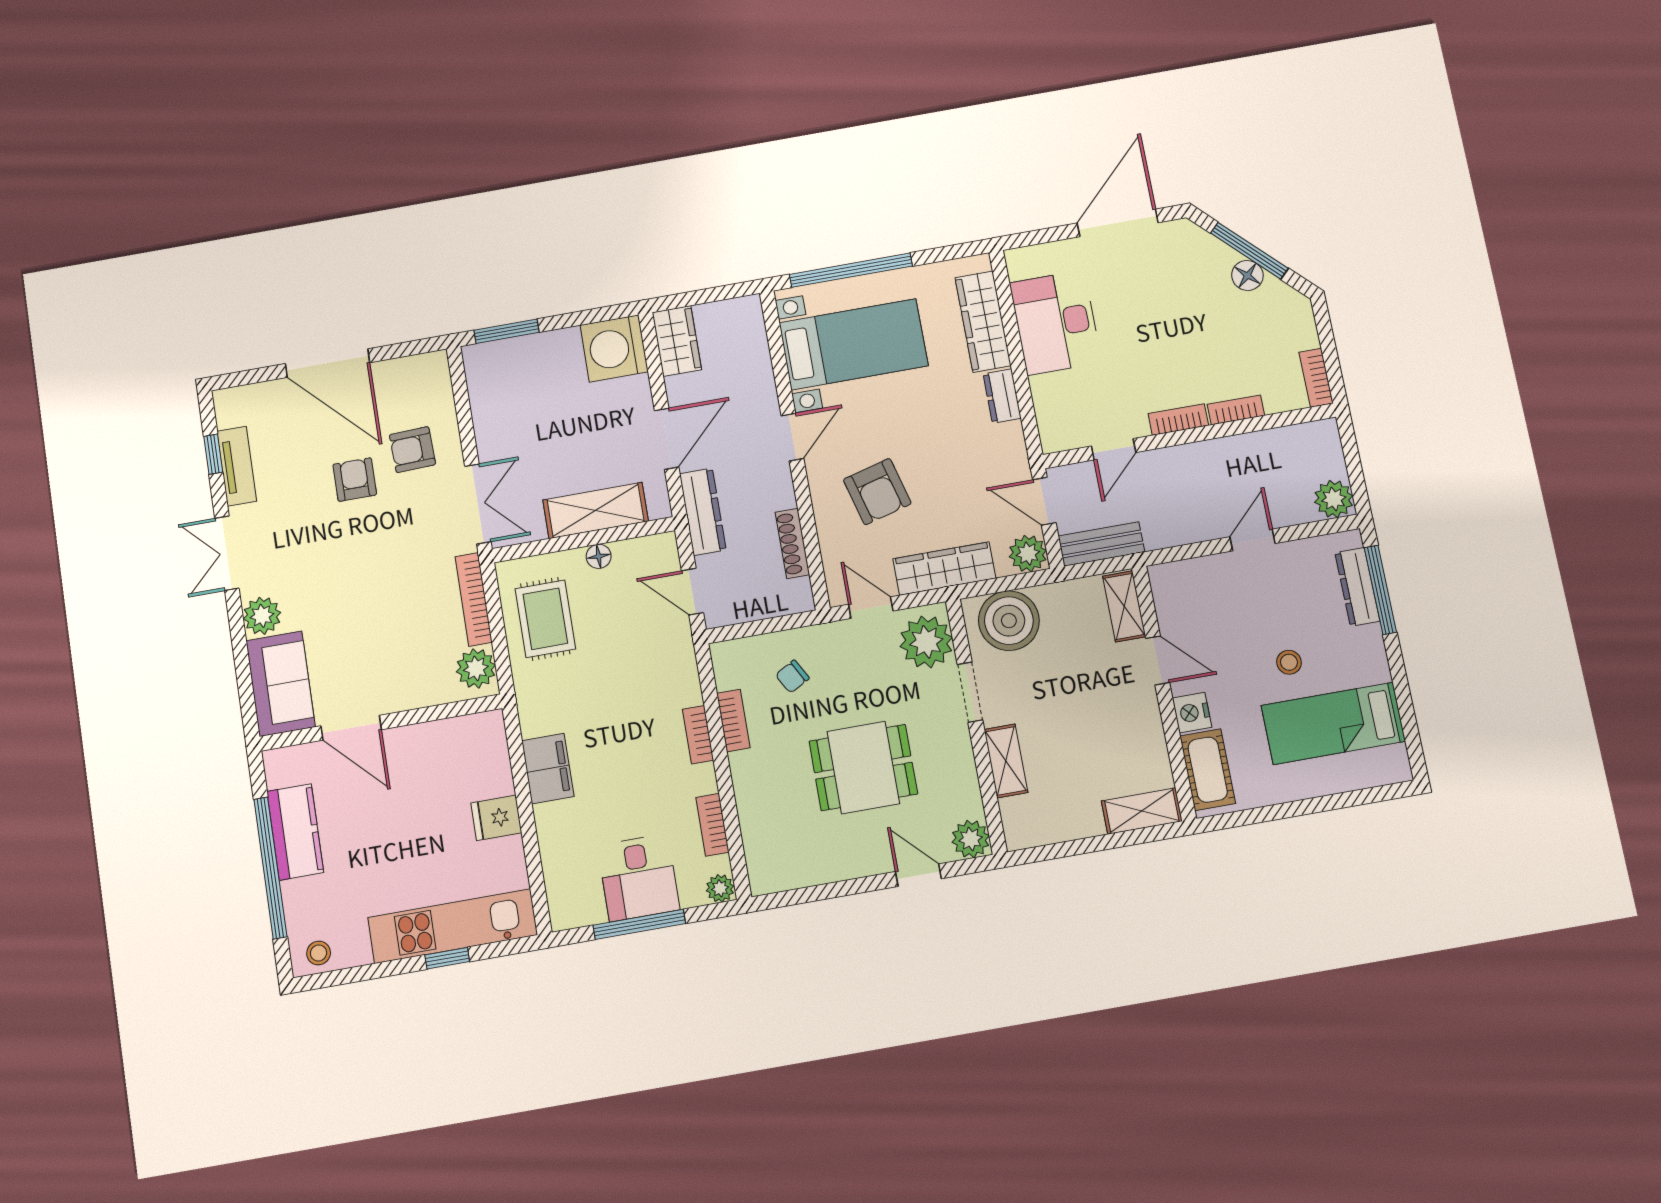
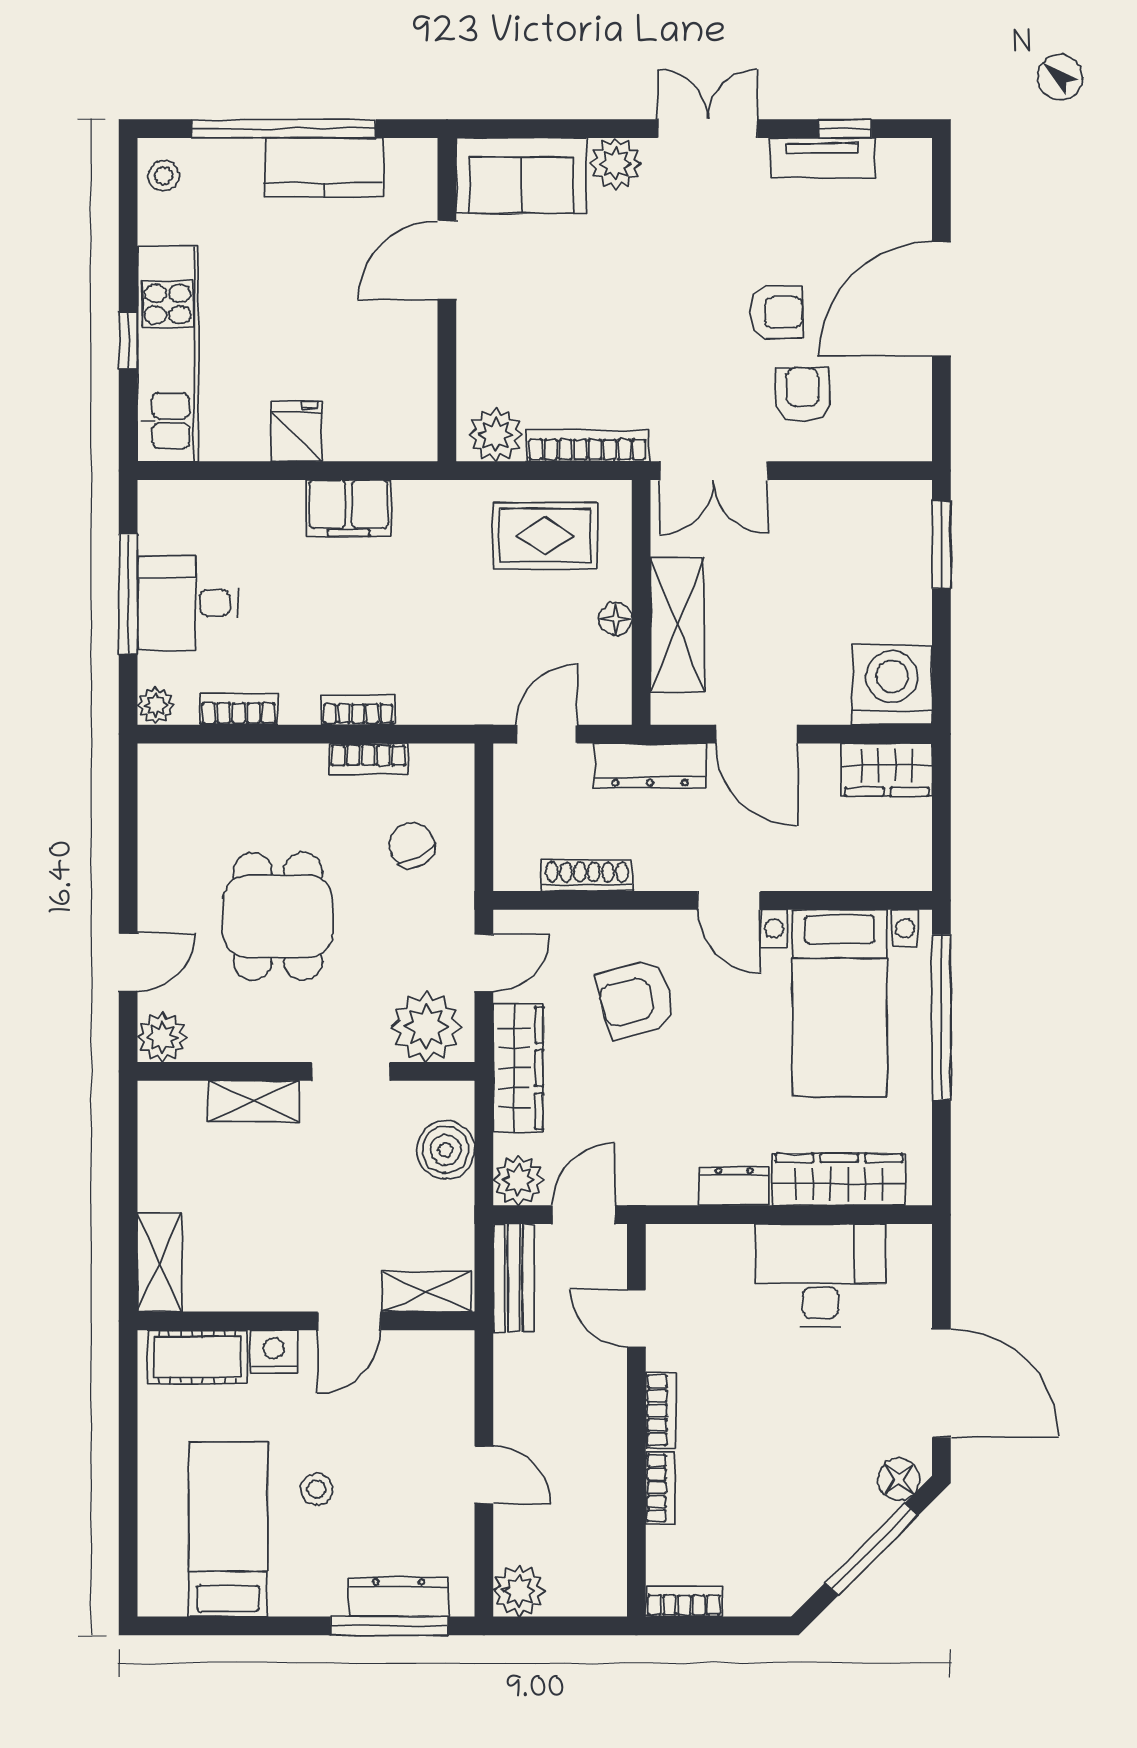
floor lamp: (1247, 275) -> (899, 1479), moved
boiler: (1009, 621) -> (446, 1150), width x0.73, depth x0.73
chair: (792, 677) -> (412, 845), width x1.37, depth x1.37

